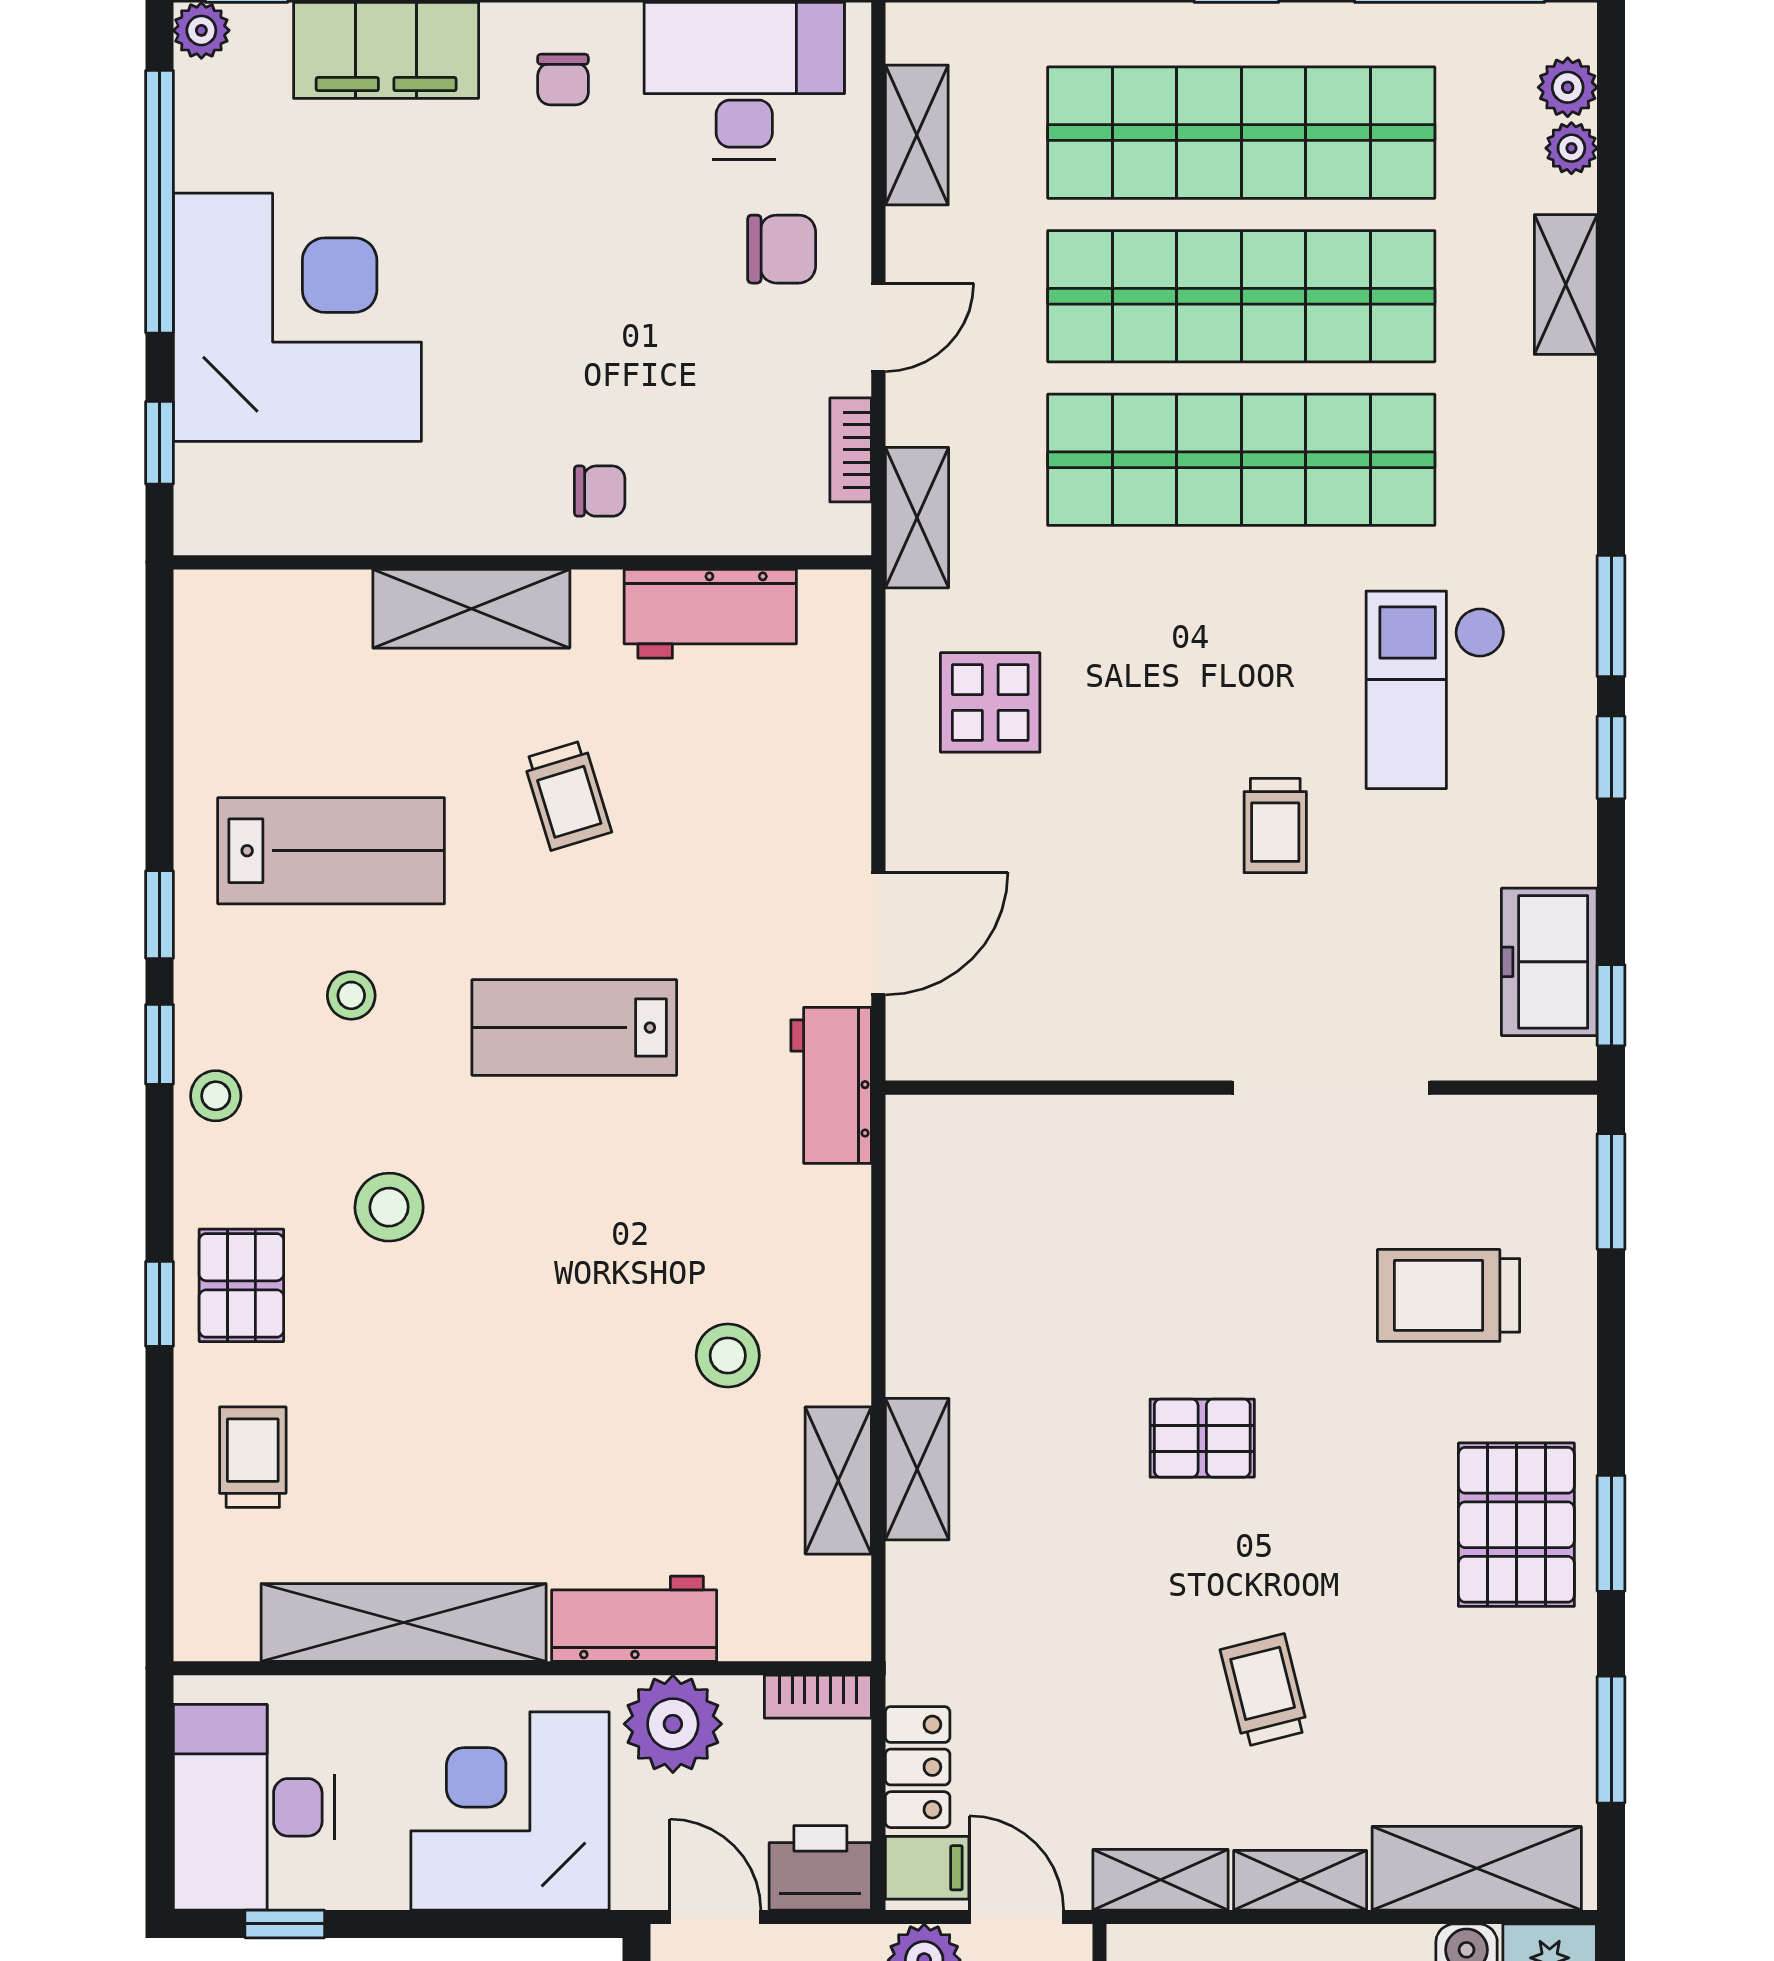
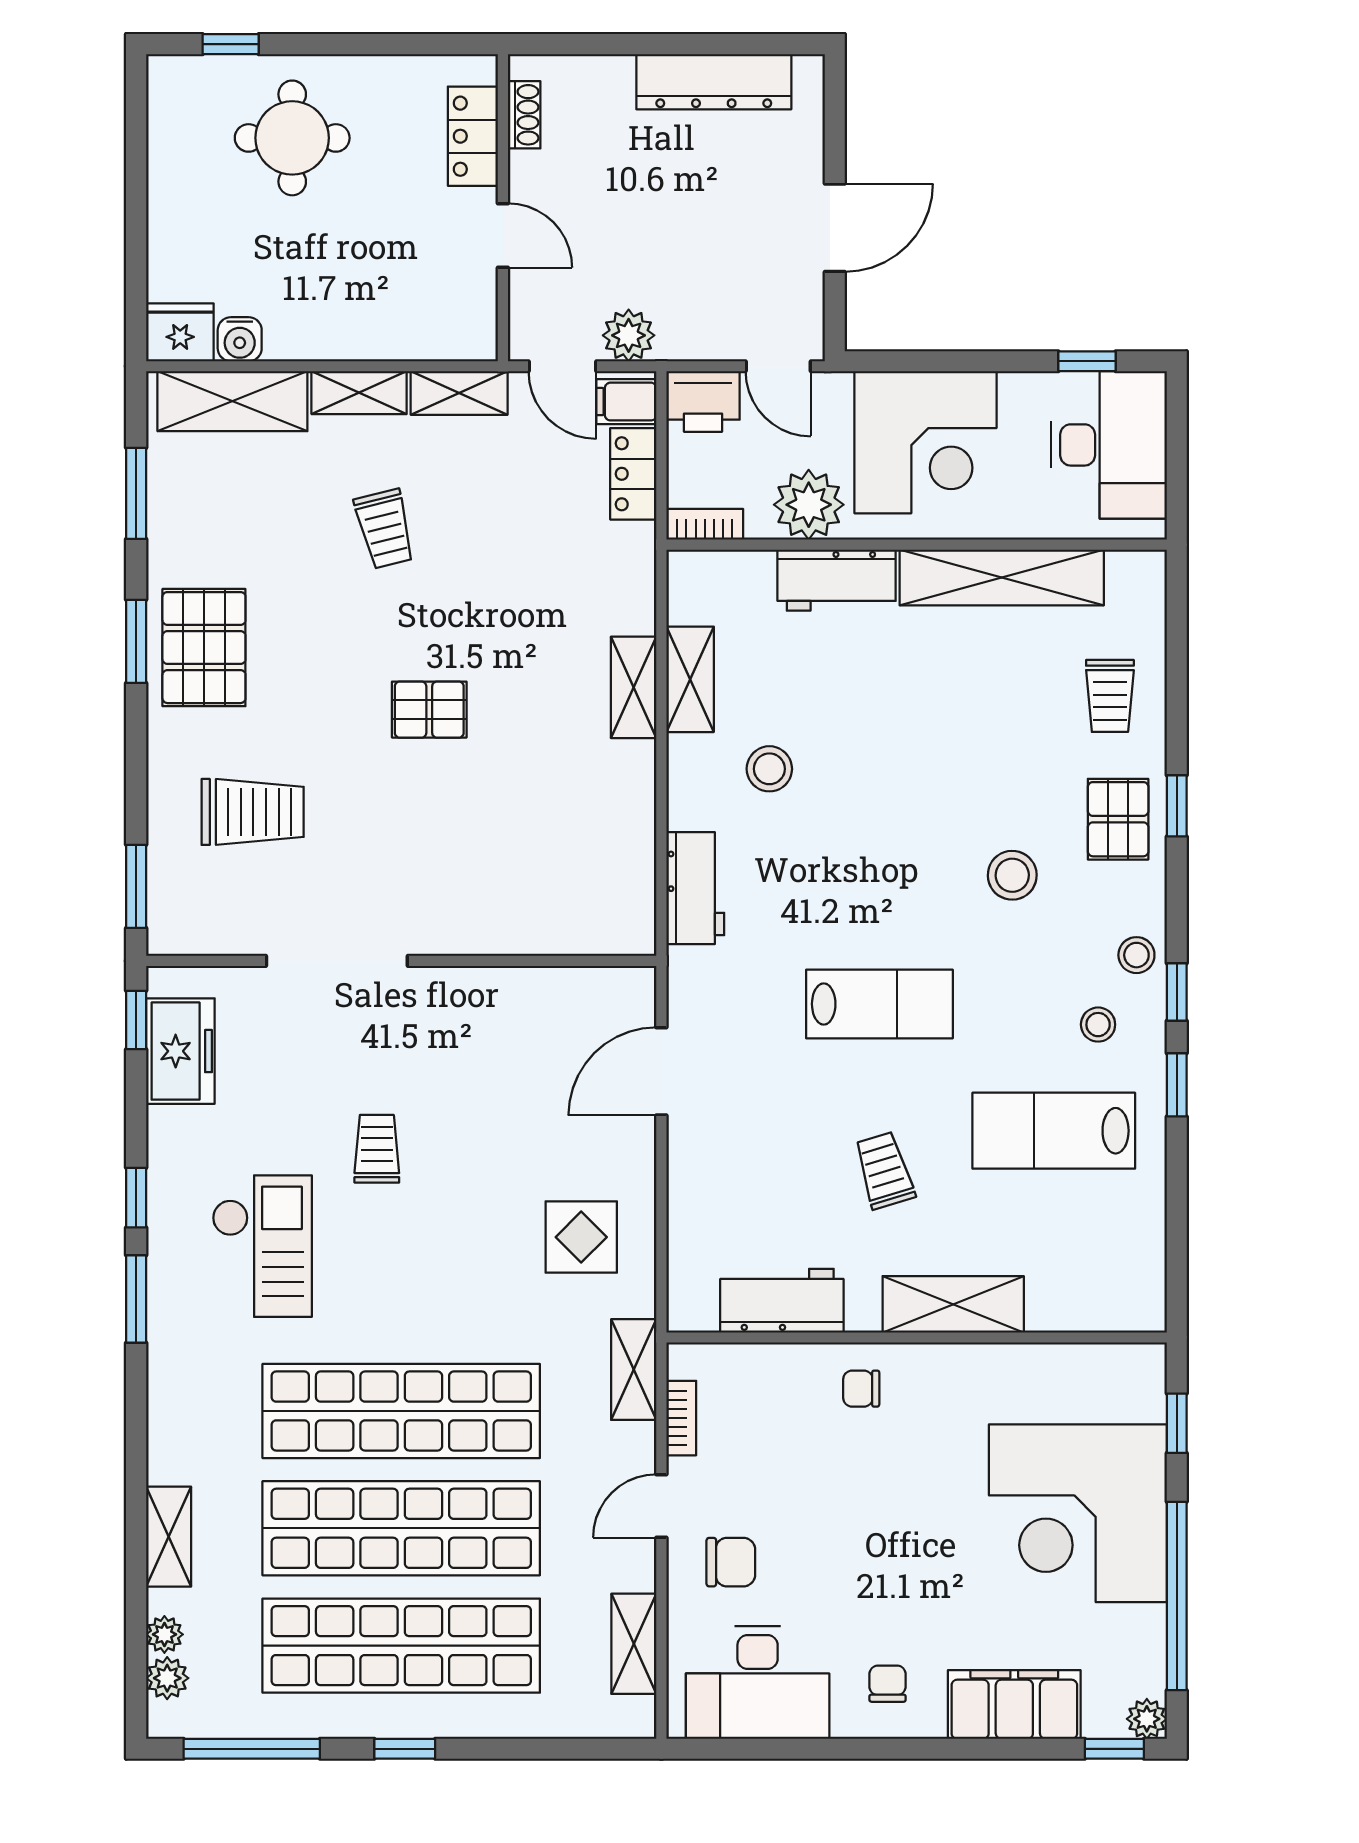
chair: (782, 249) -> (731, 1562), turned 180
stool: (351, 995) -> (1098, 1025), moved
workbench: (831, 1085) -> (695, 888), moved

